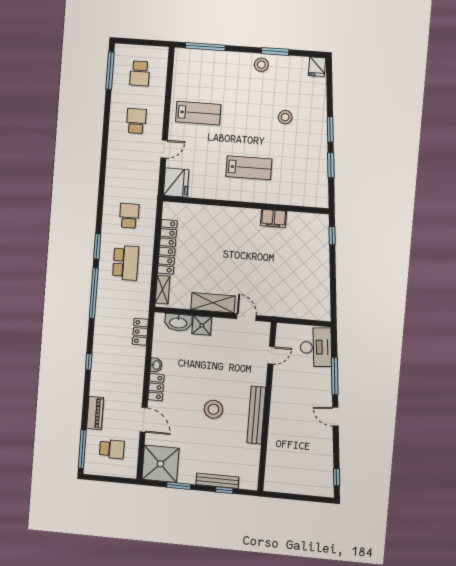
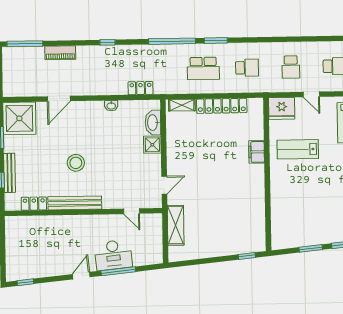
lab bench: (249, 168) -> (298, 149), moved, turned 90
filing cabinet: (274, 218) -> (257, 152), moved
shelving: (213, 303) -> (176, 225), moved
desk: (316, 347) -> (113, 255), moved
locker: (156, 387) -> (34, 204), moved, turned 180
school desk: (112, 449) -> (291, 67), moved

